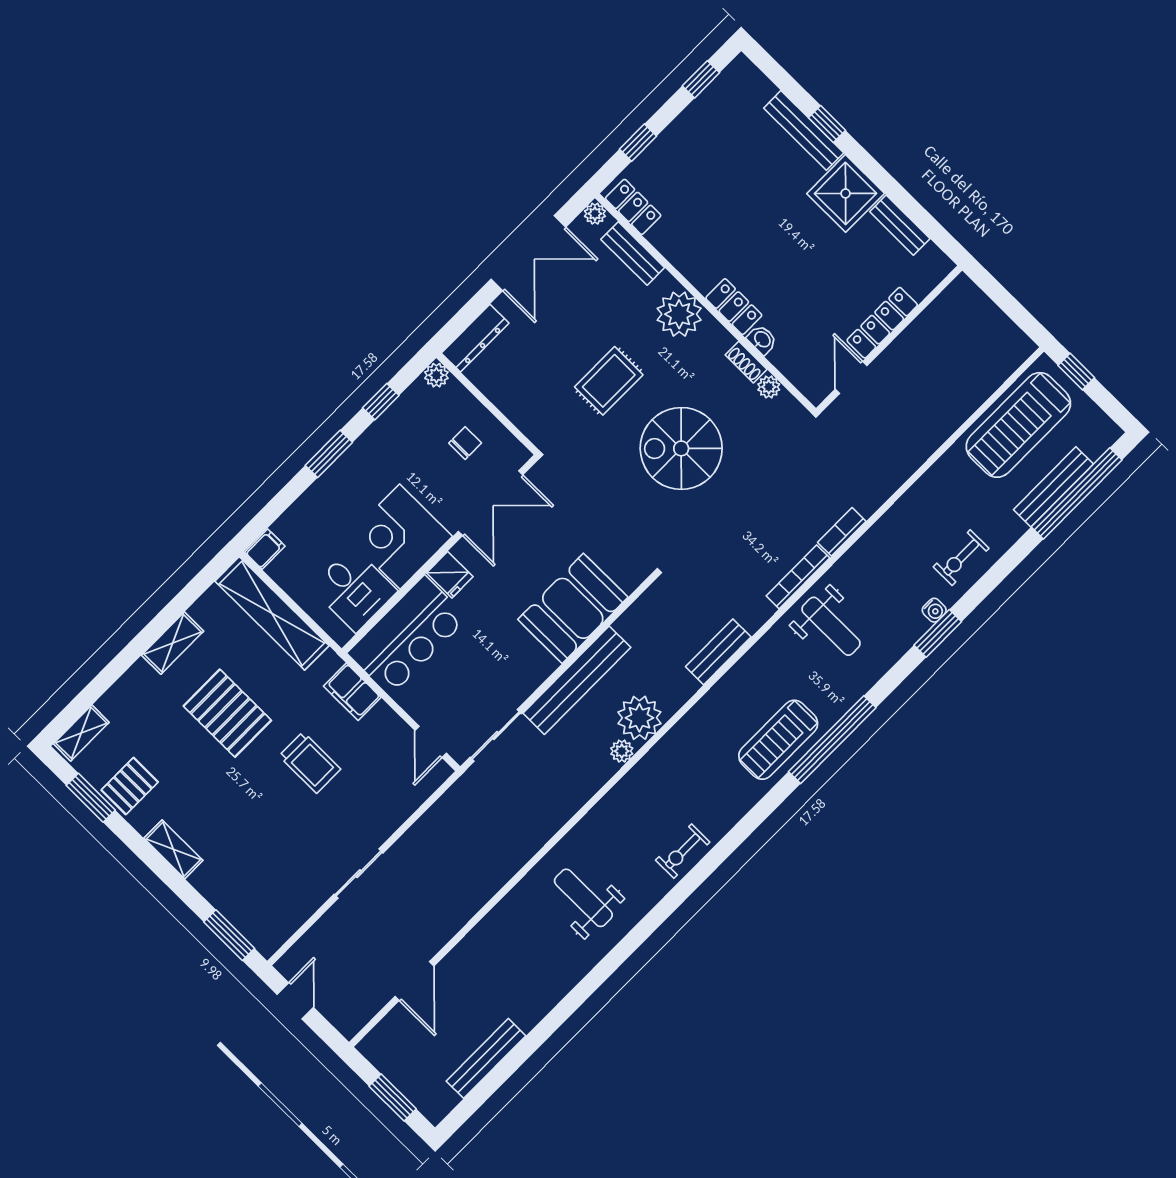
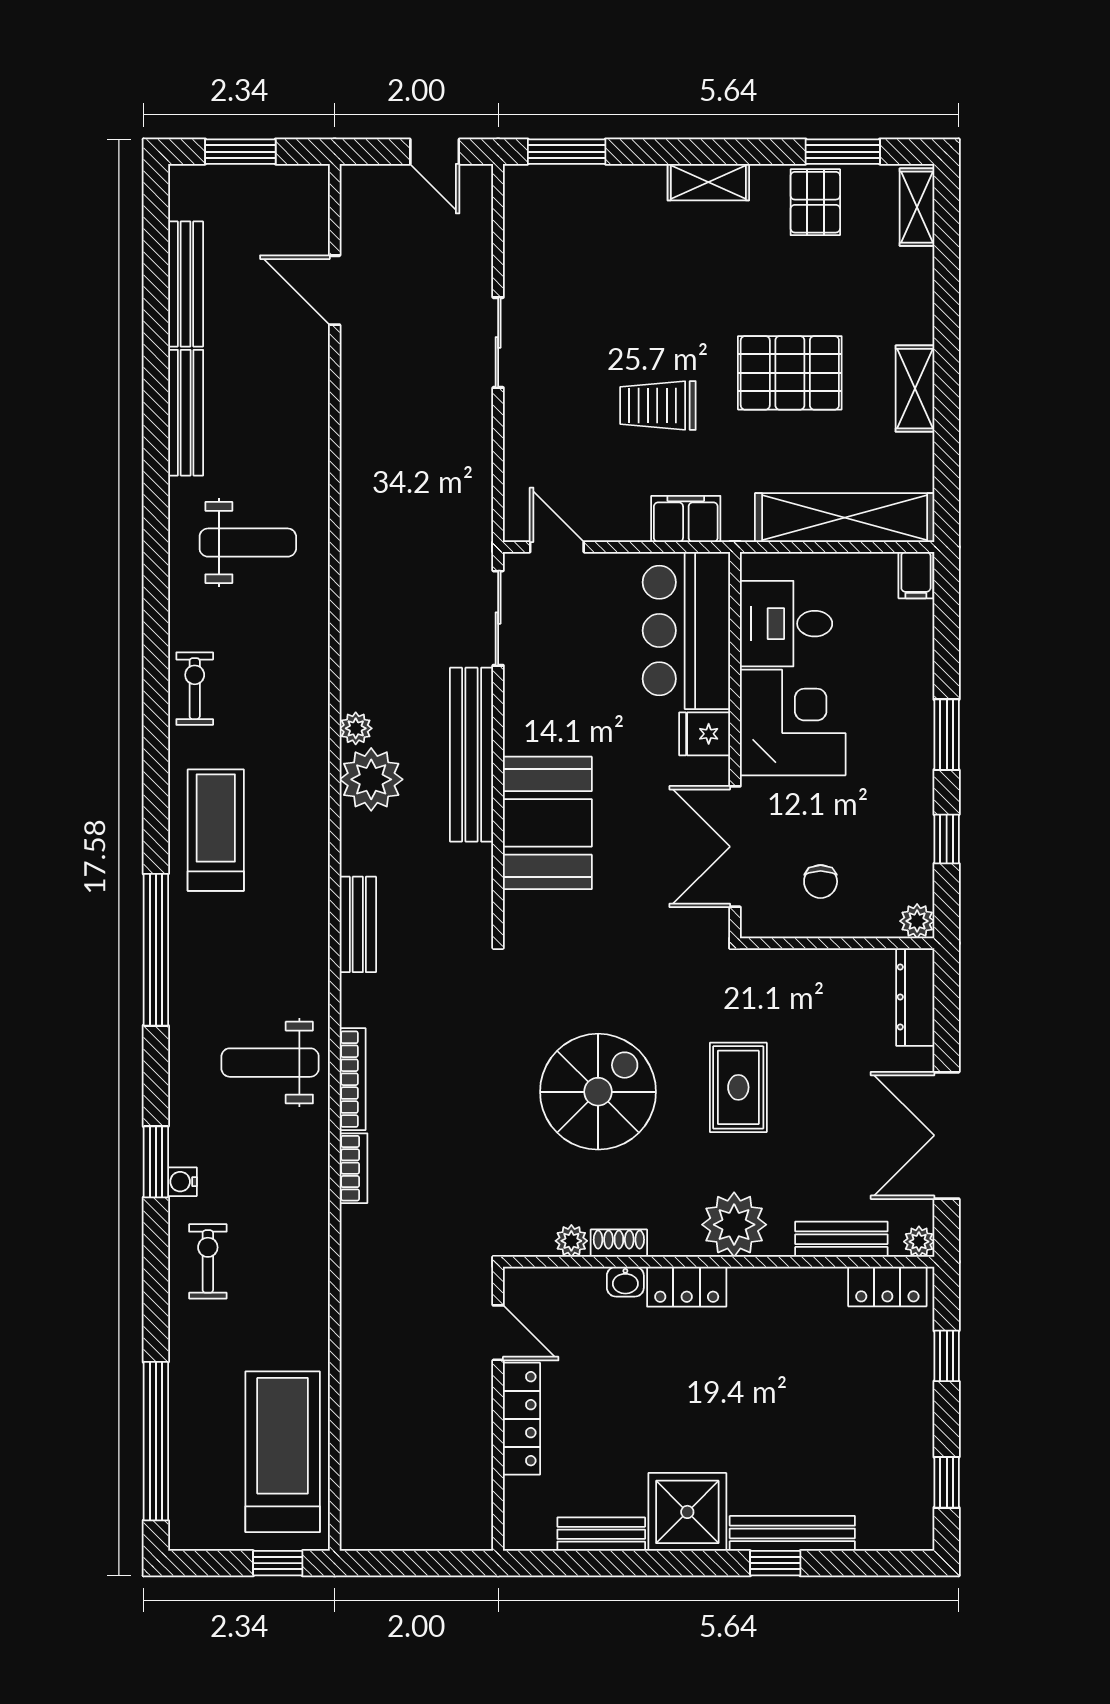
bench: (1053, 487) -> (186, 413), moved
treadmill: (778, 740) -> (216, 830), moved

